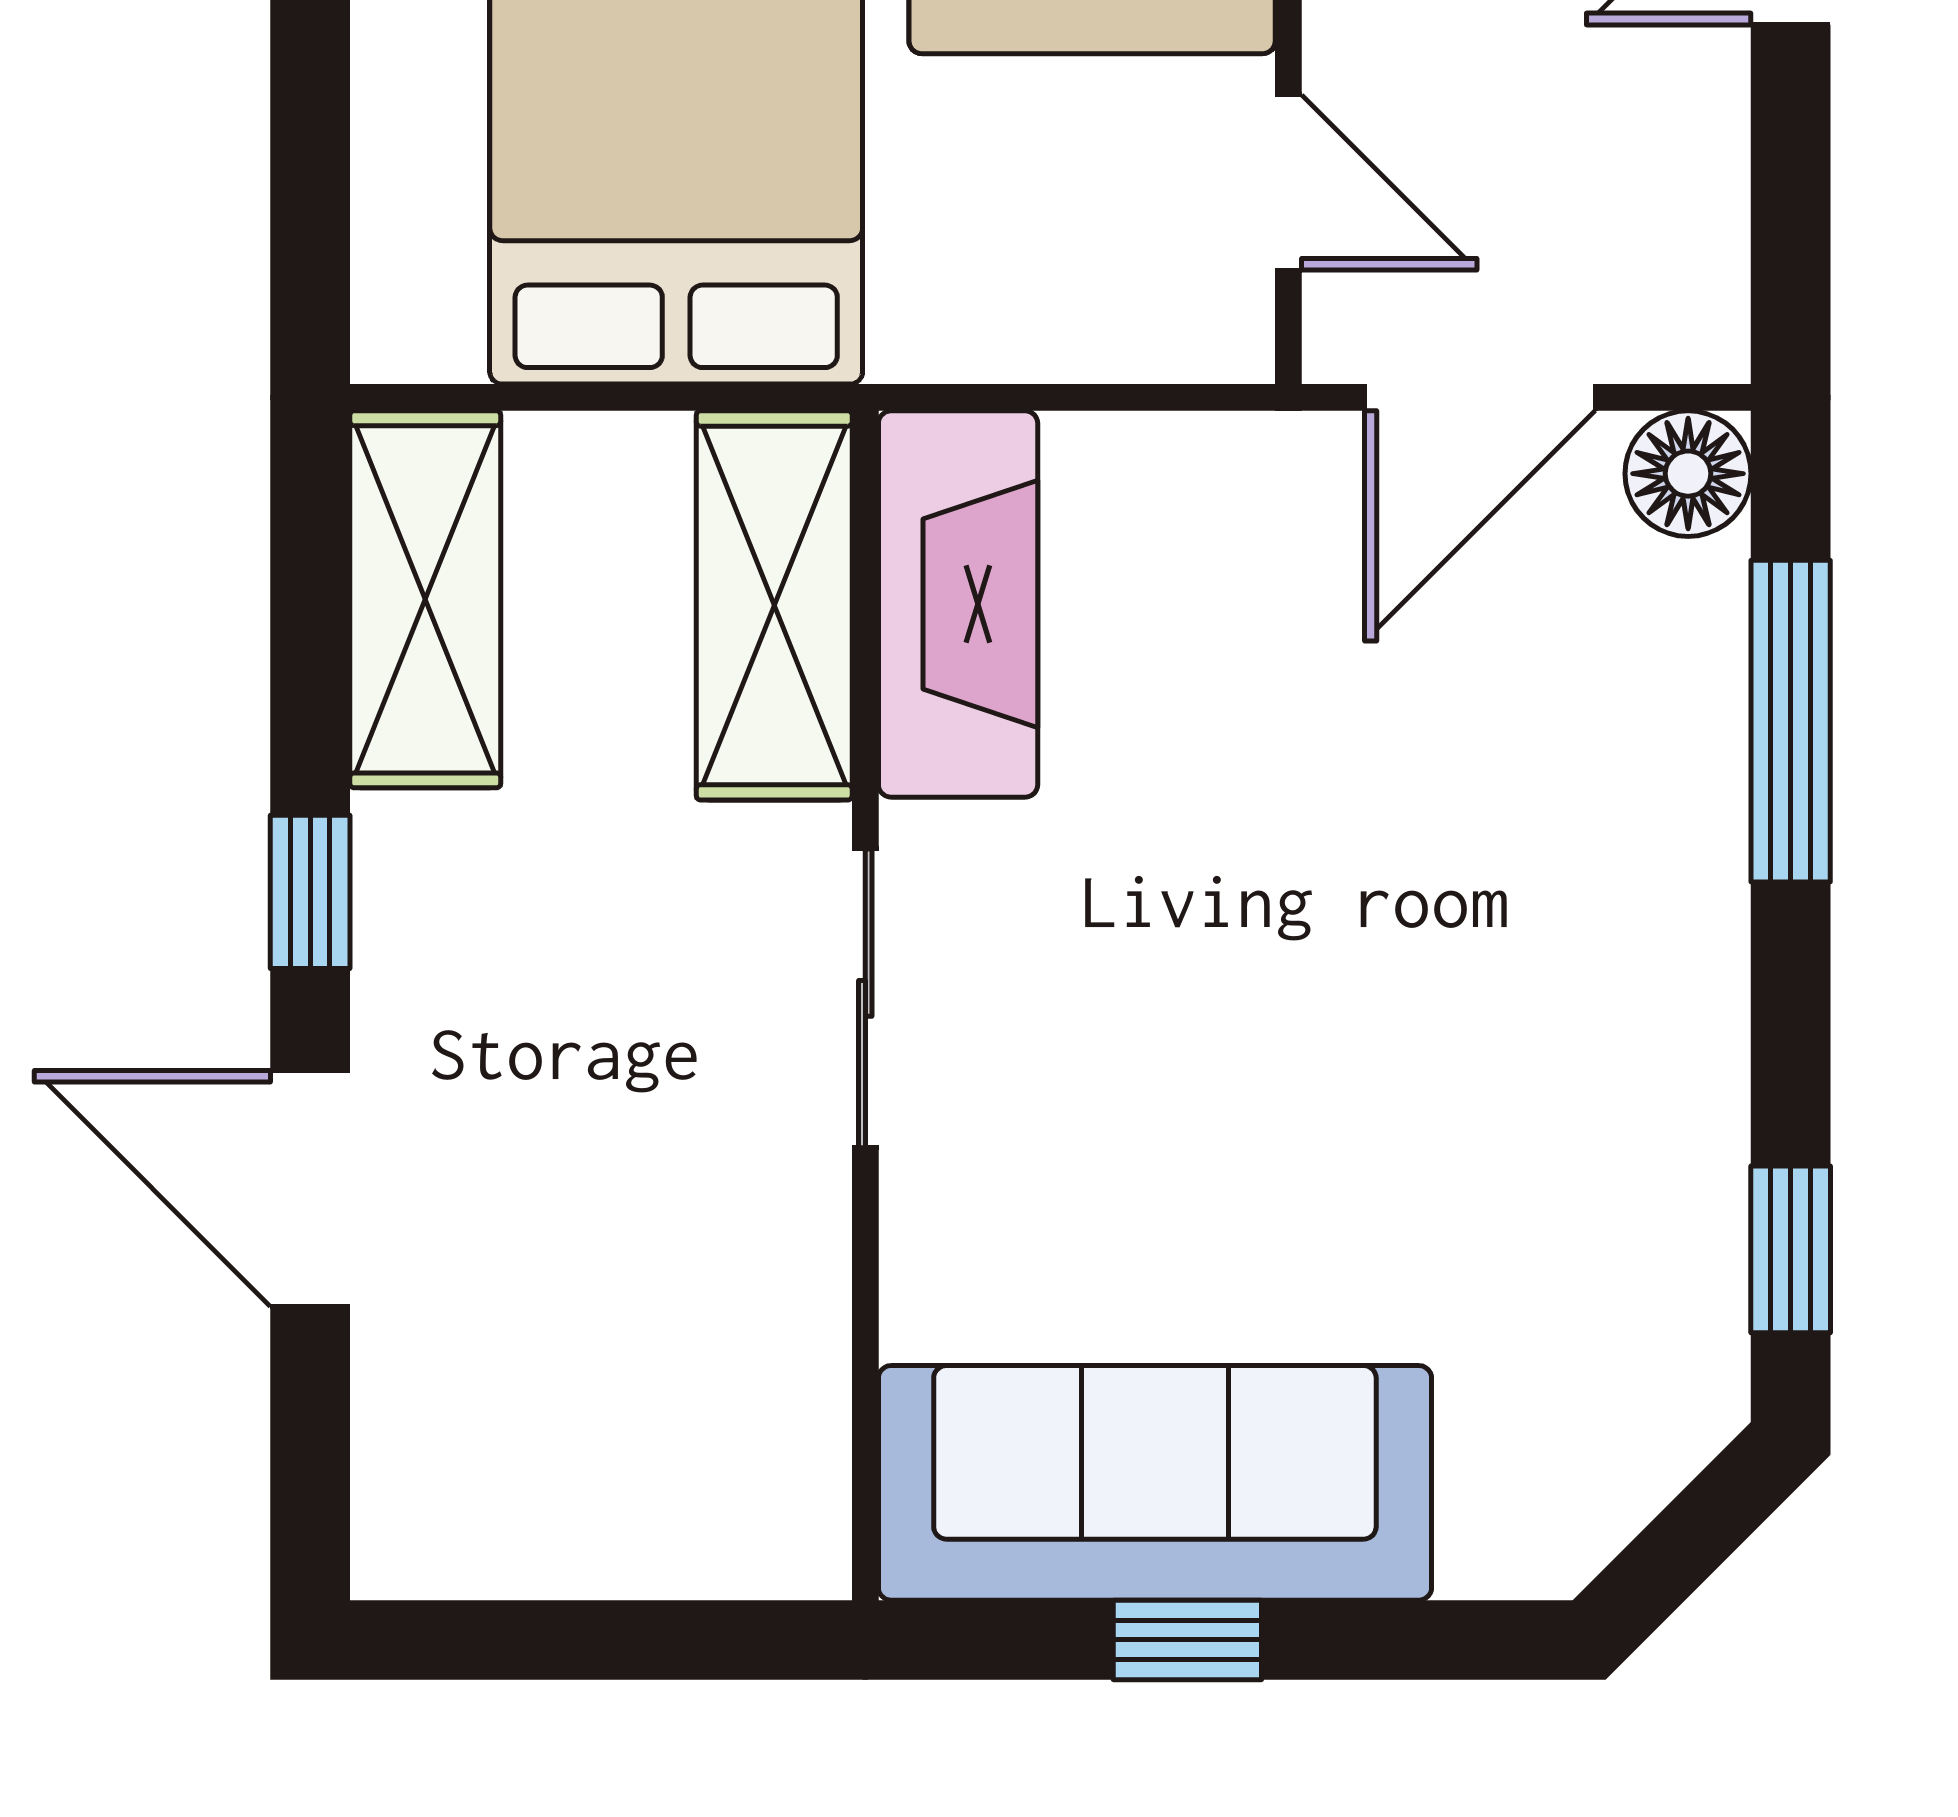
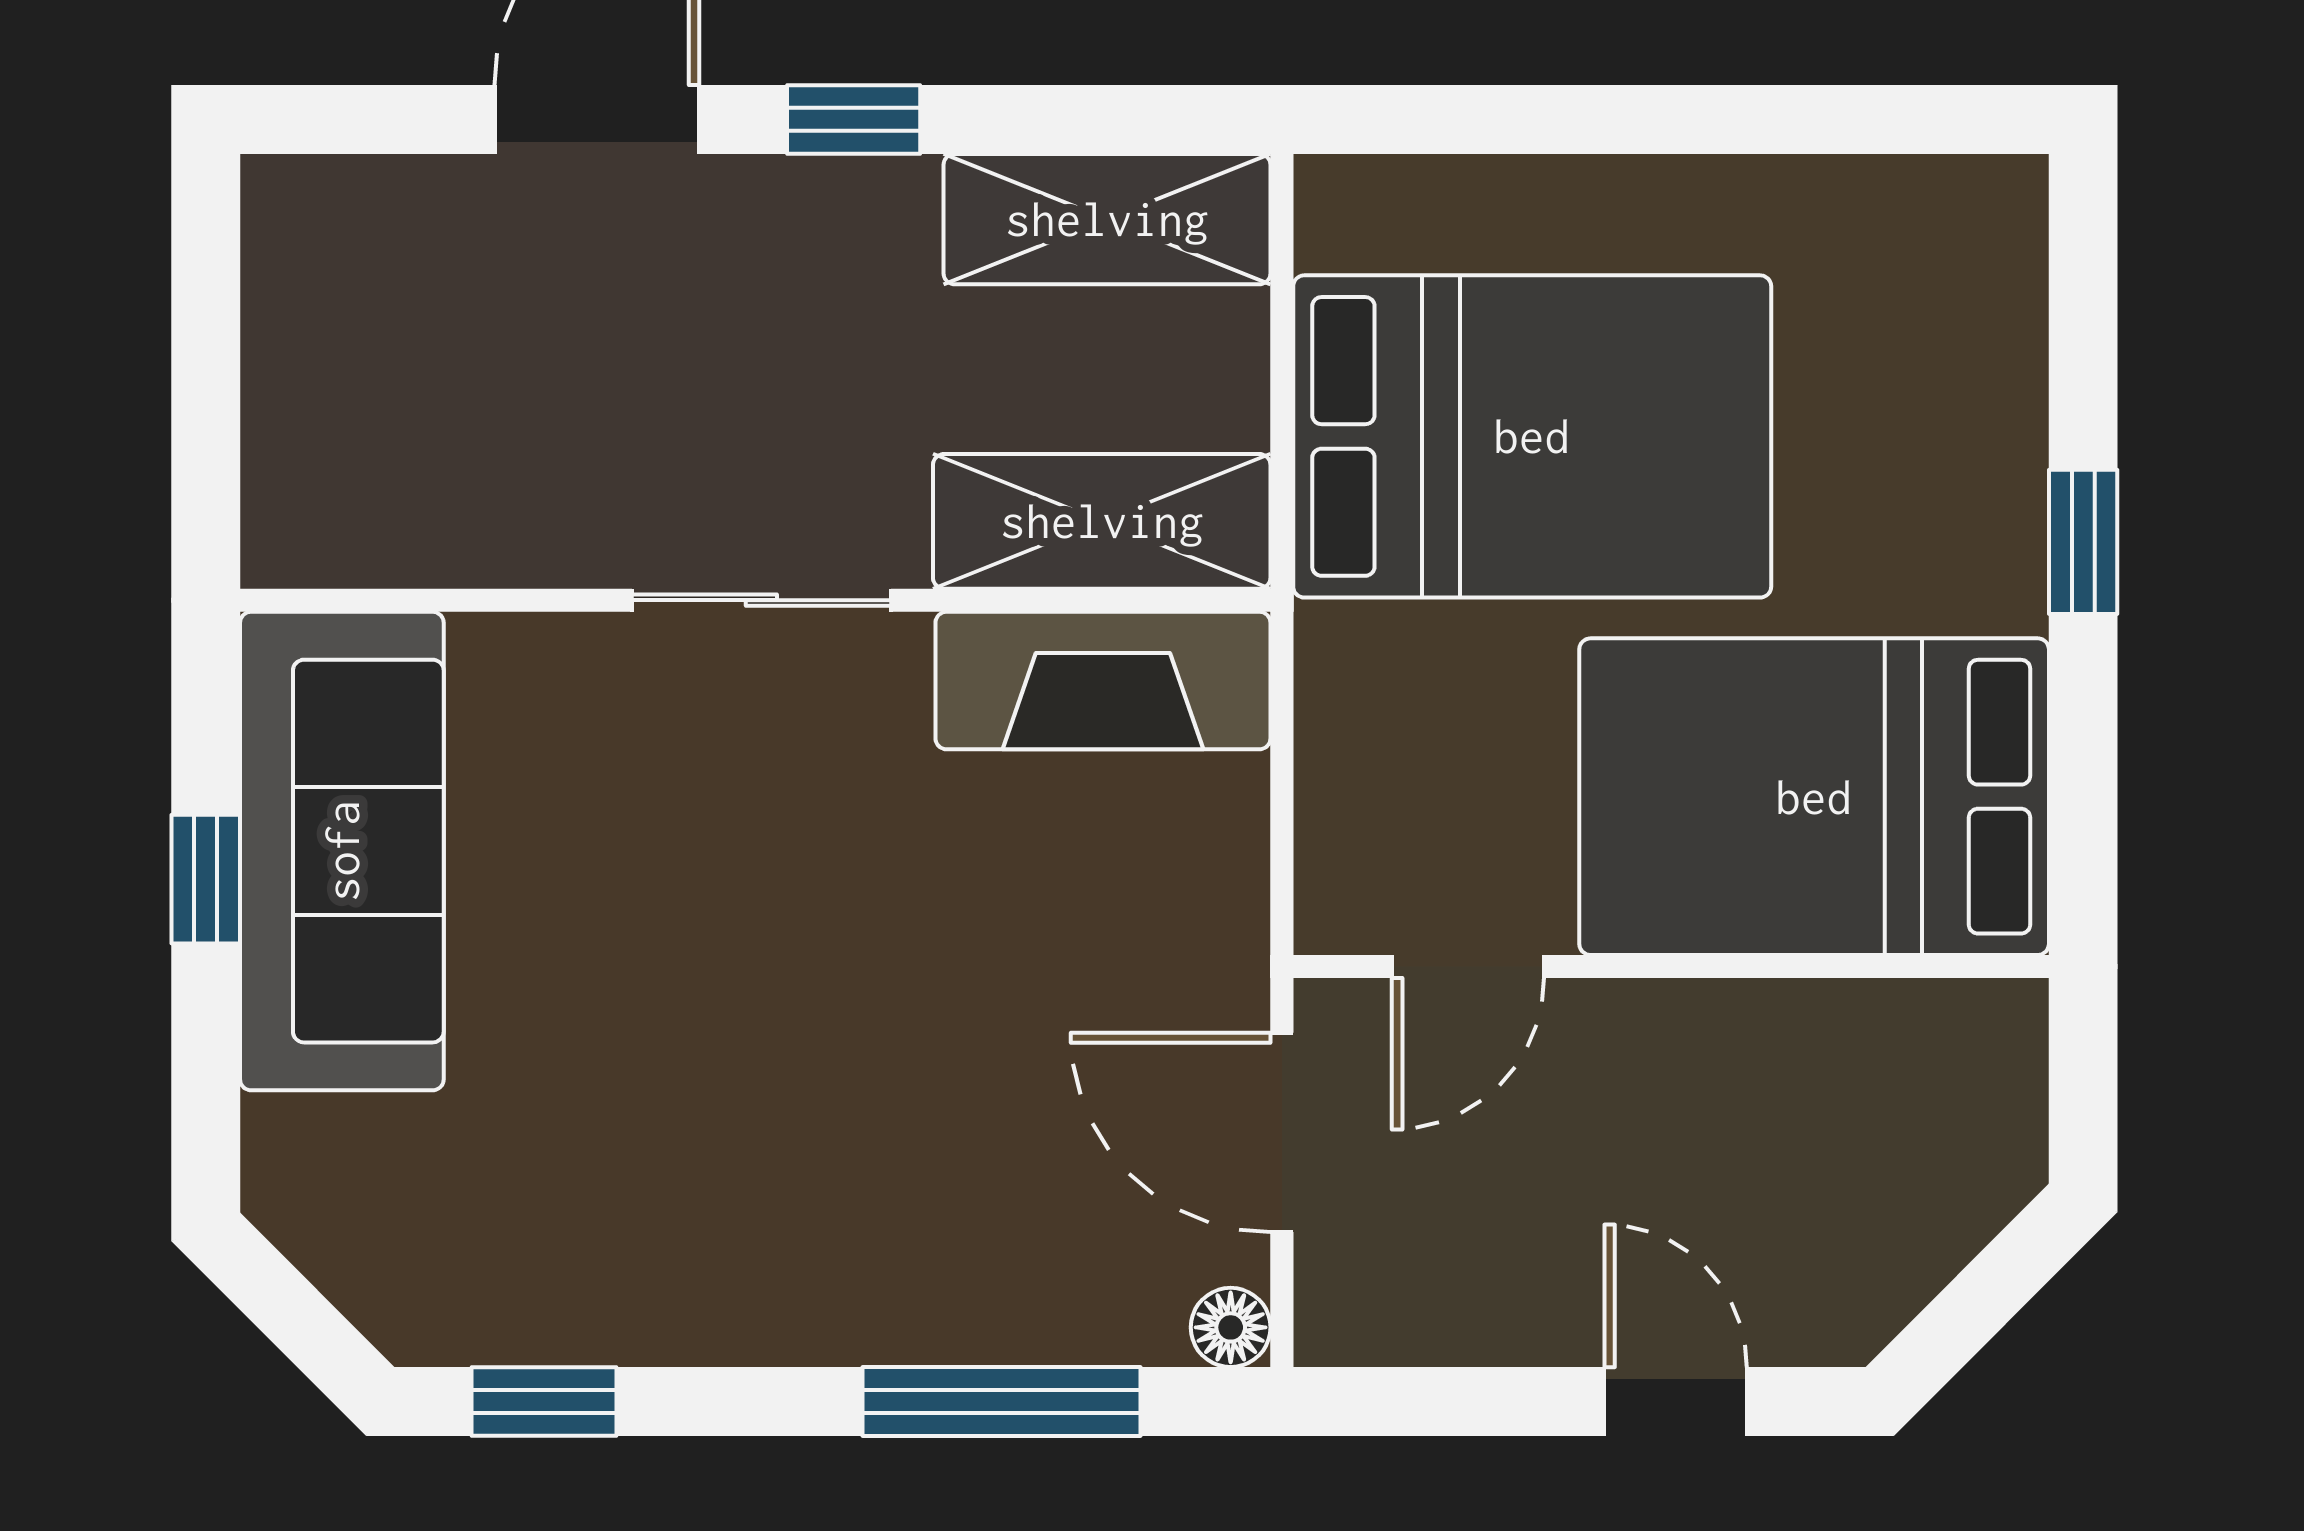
floor lamp: (1688, 474) -> (1231, 1327), width x0.73, depth x0.73

